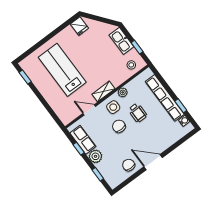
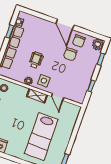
chair: (119, 126) -> (70, 54), moved
row of seats: (83, 140) -> (83, 87), removed
plant: (95, 156) -> (98, 44), moved

